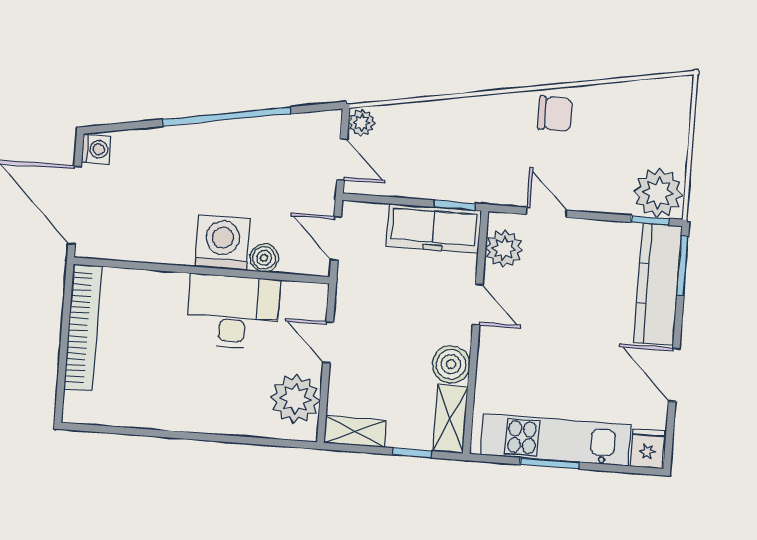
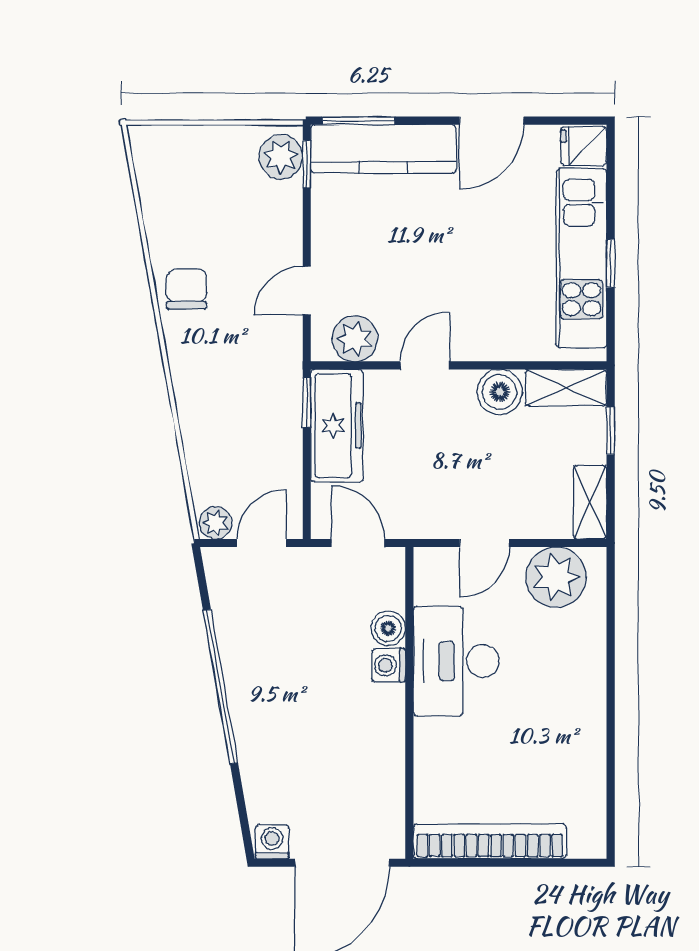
plant: (658, 193) -> (281, 157), width x0.73, depth x0.73
door: (336, 238) -> (358, 543), swing flipped
washing machine: (222, 243) -> (389, 665), width x0.53, depth x0.53
window: (550, 463) -> (611, 263), width x0.67

